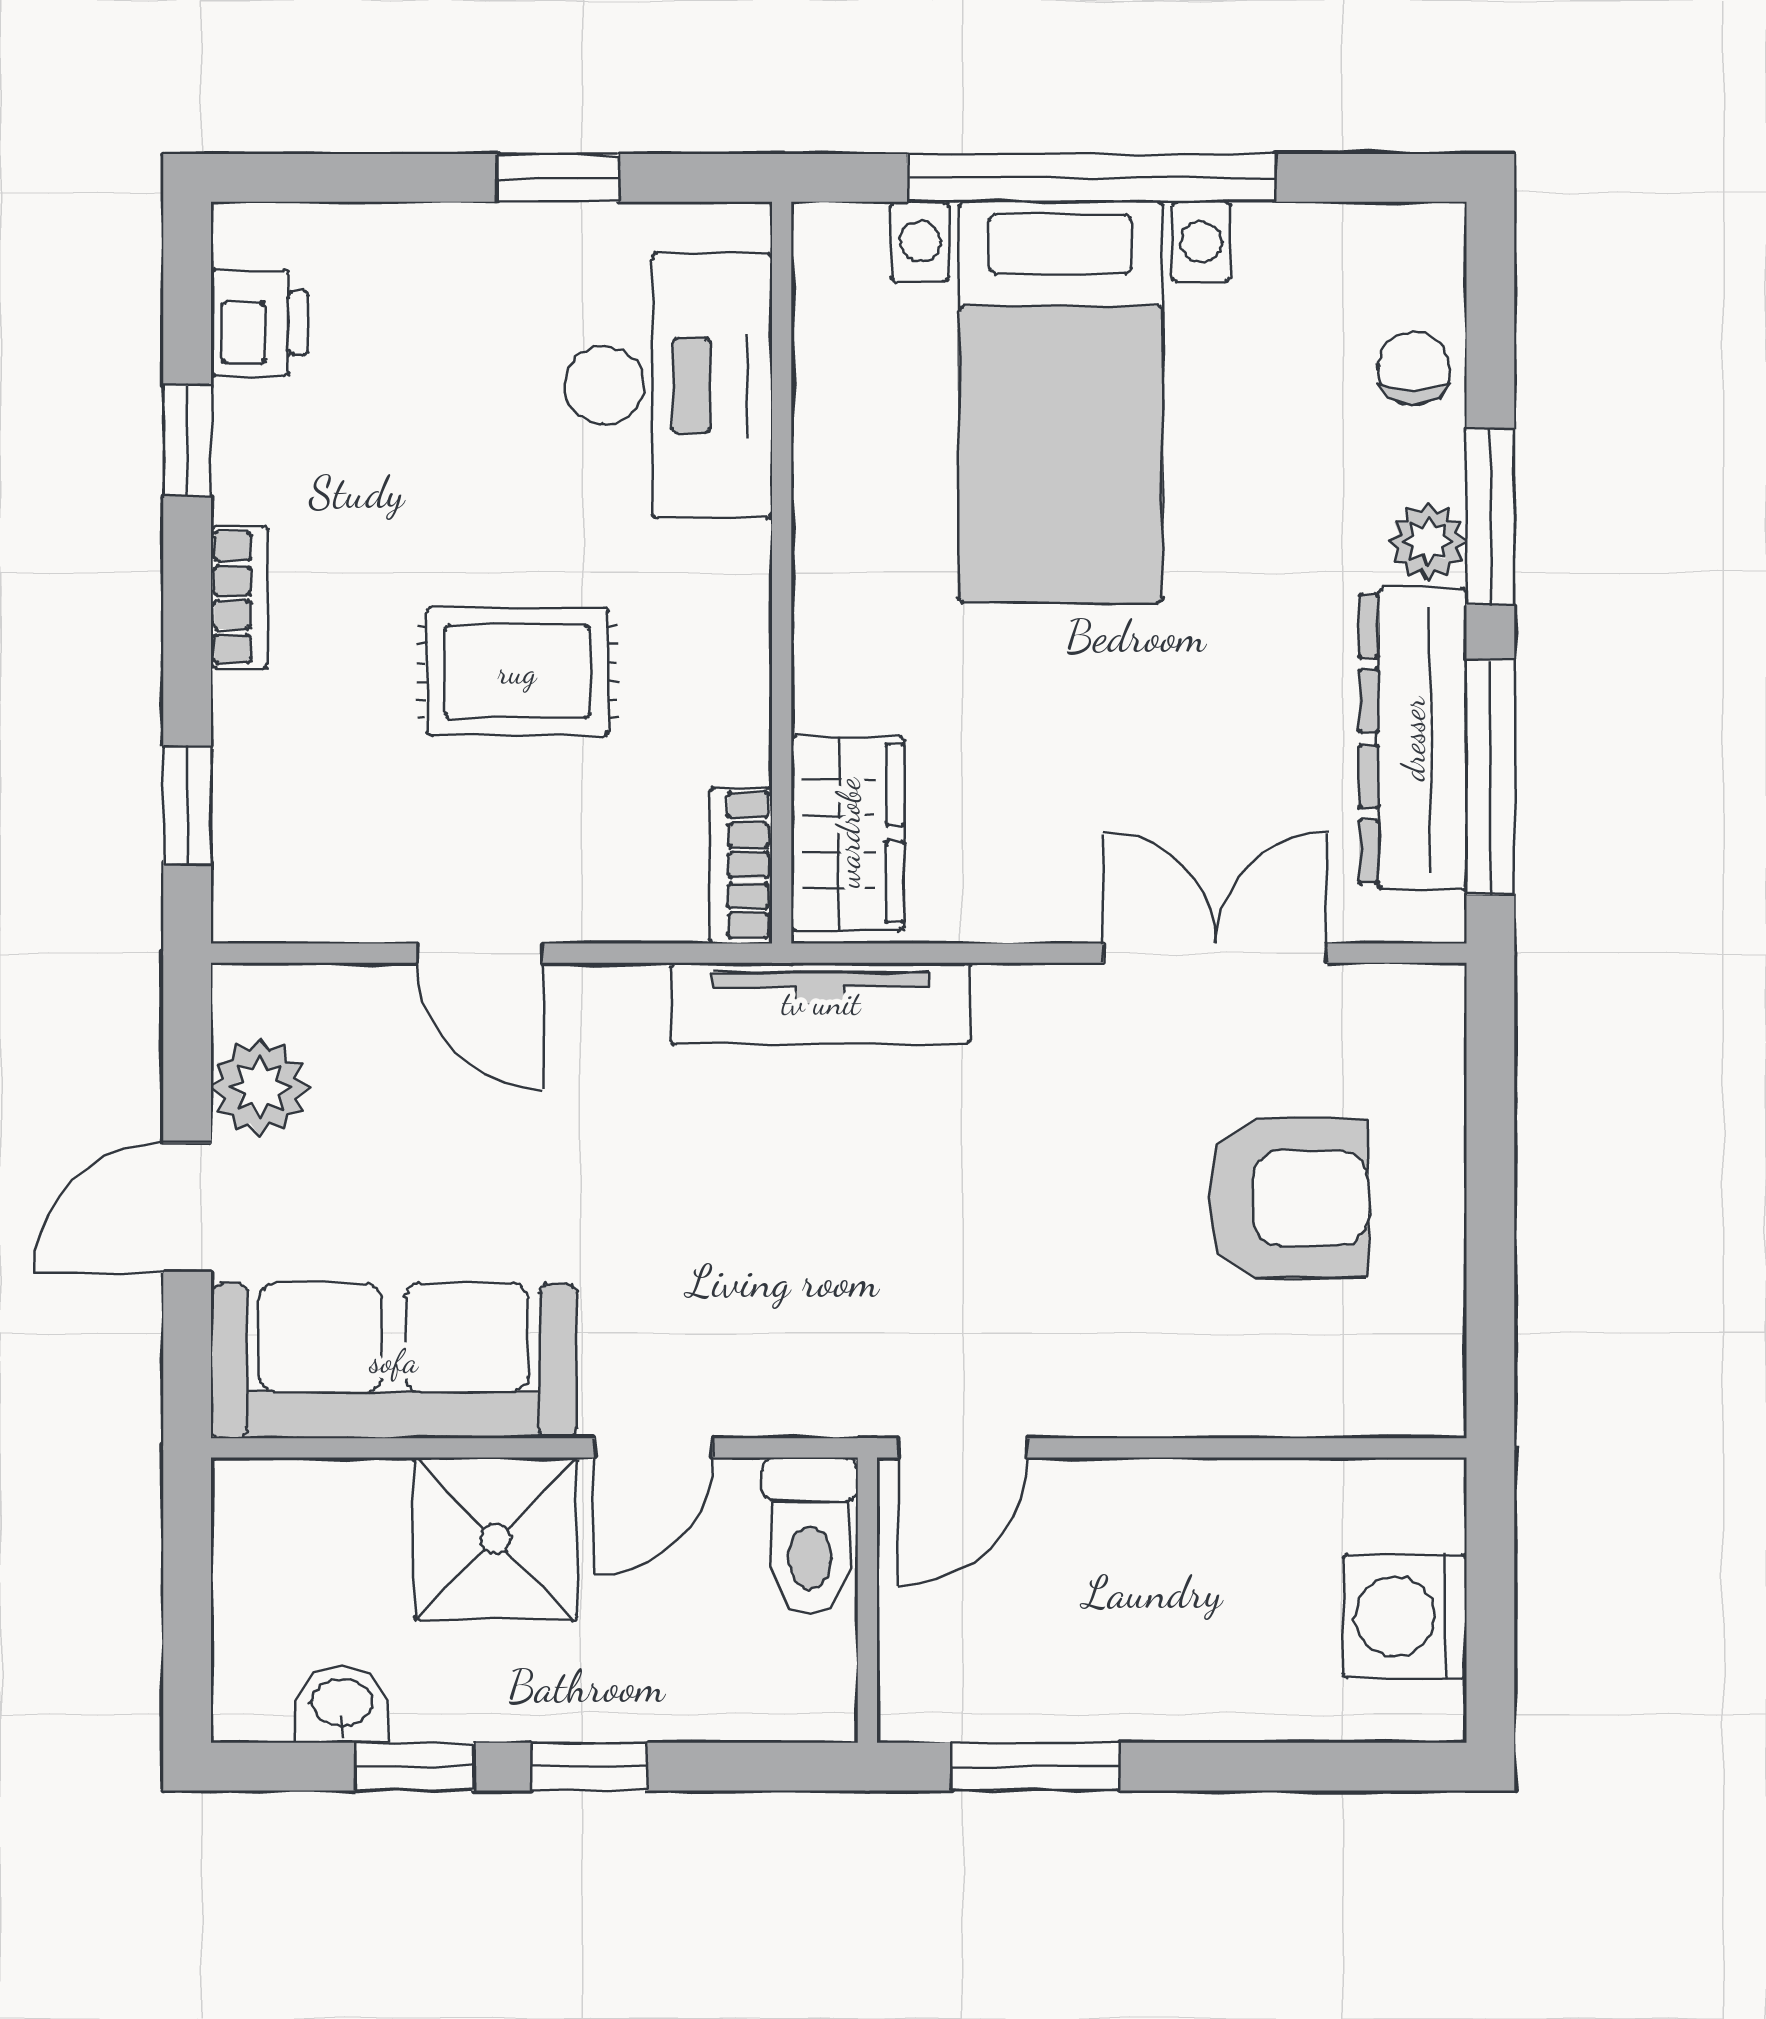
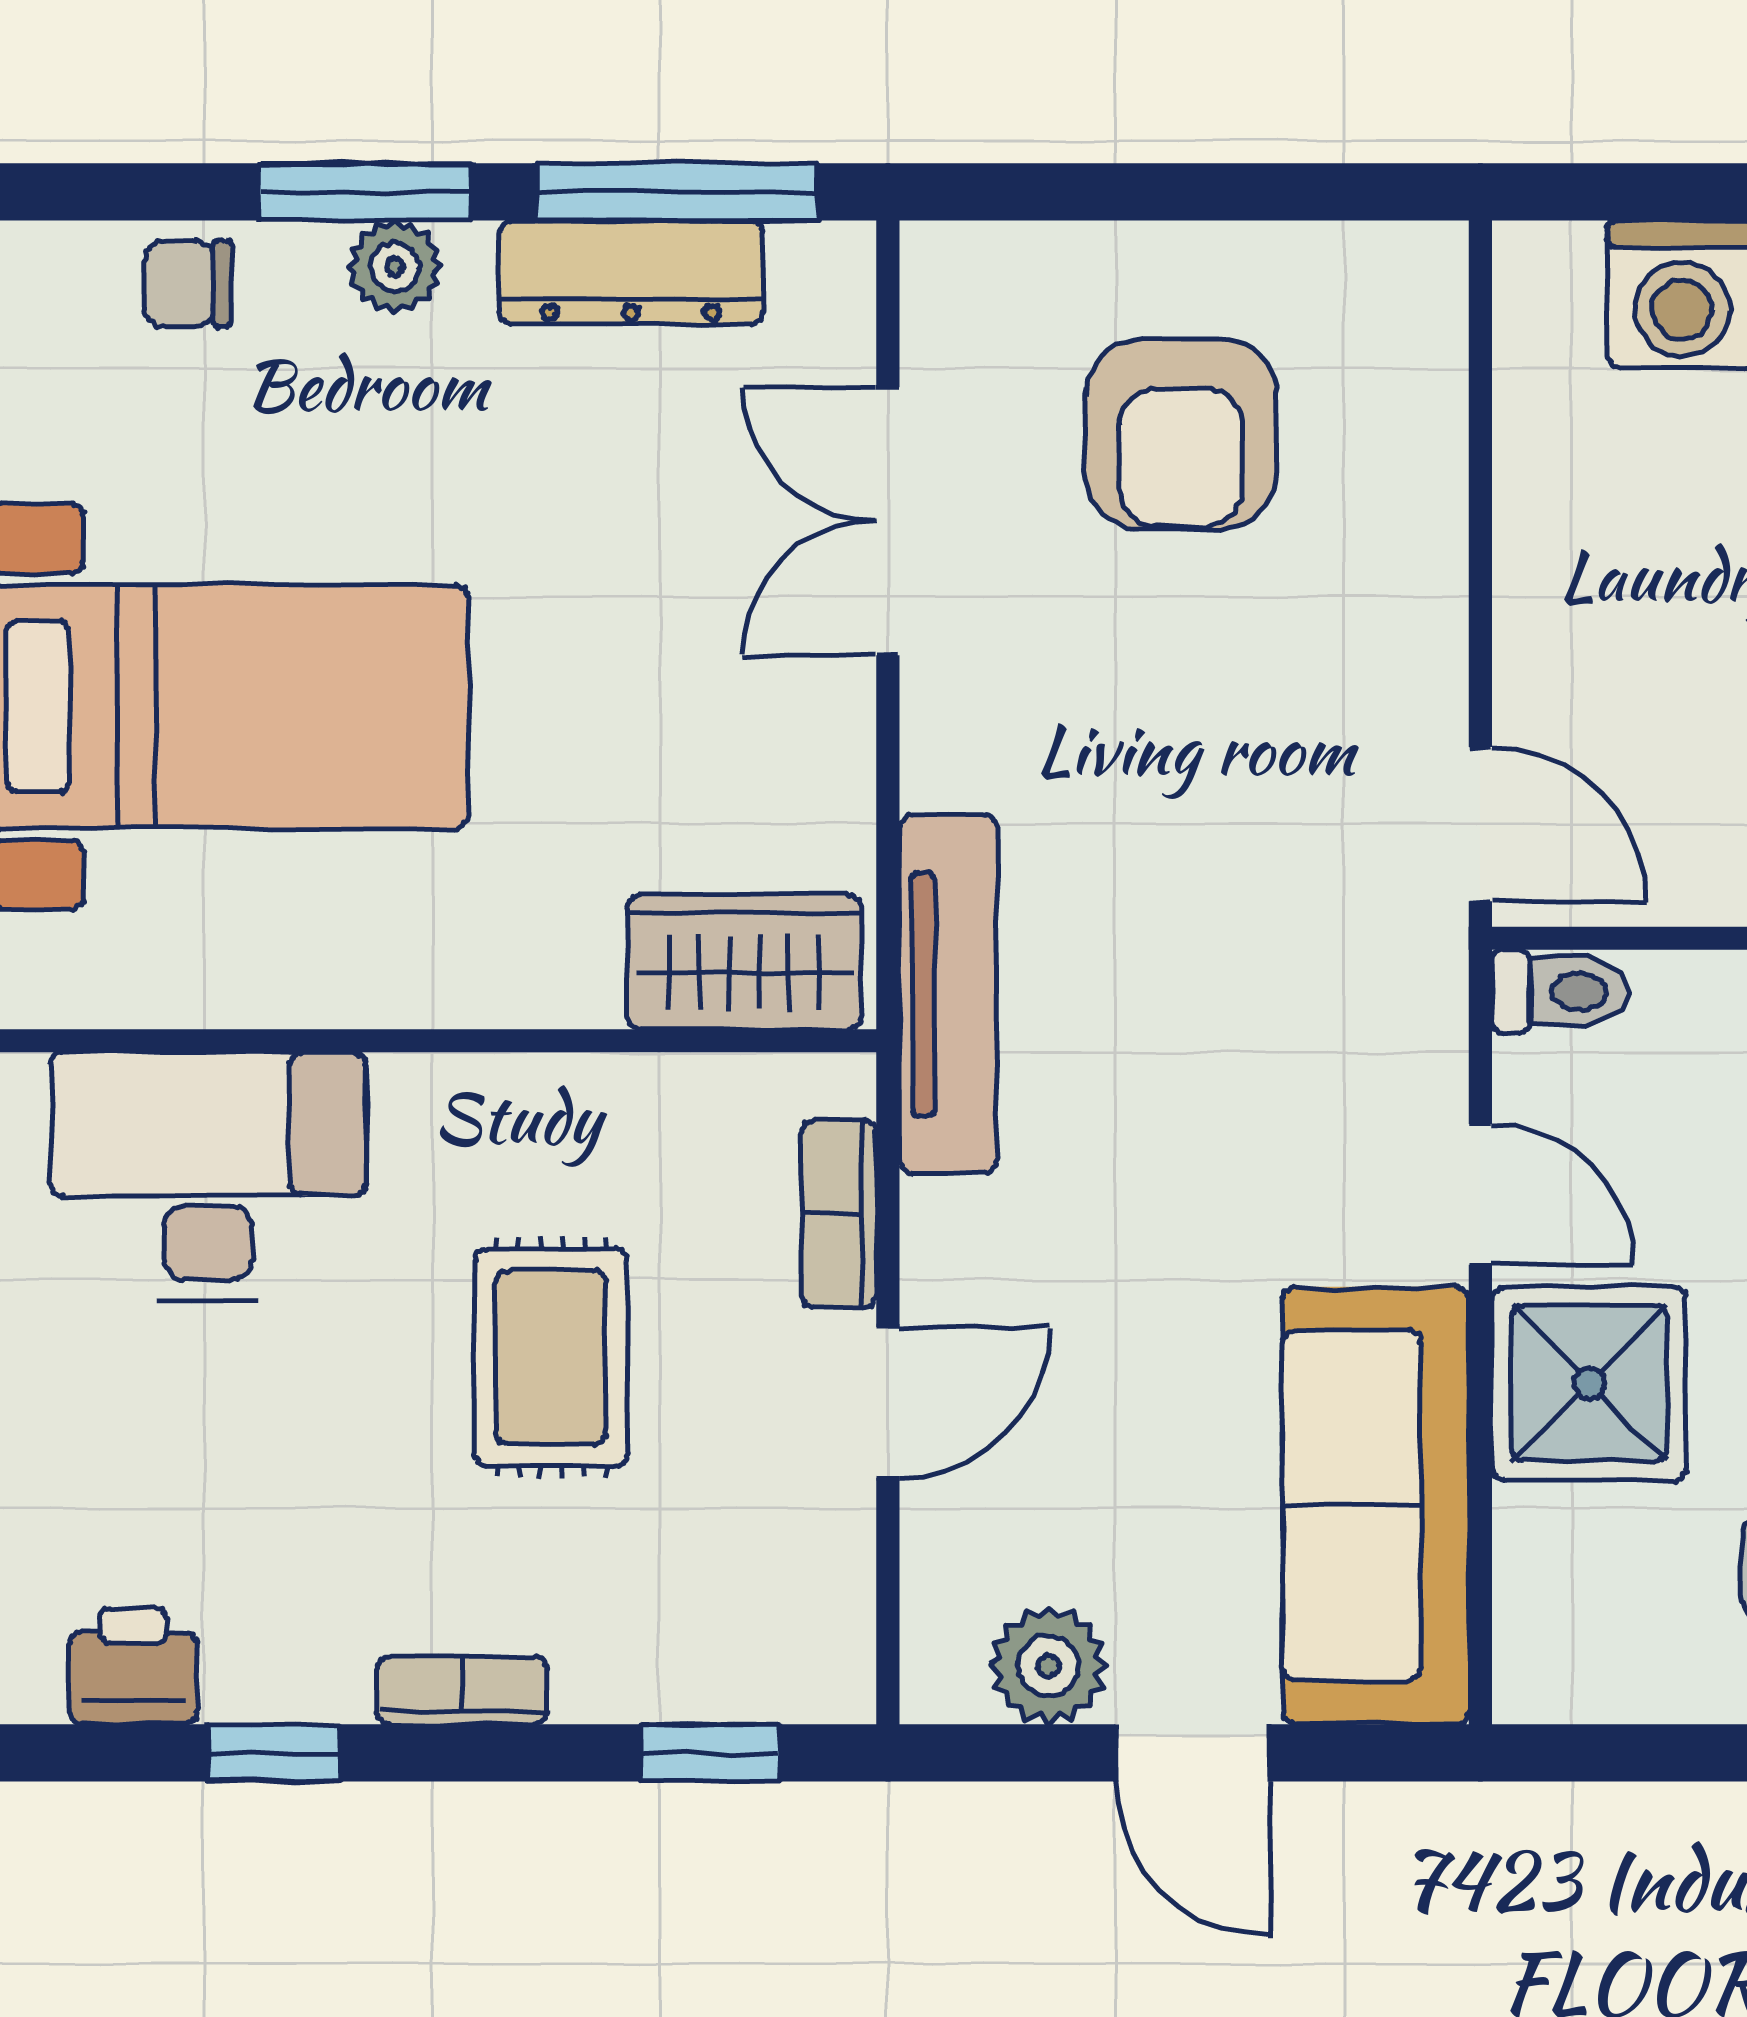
dresser: (1413, 739) -> (631, 272), width x0.73, depth x0.80
bookcase: (741, 865) -> (839, 1214), moved, turned 90
armchair: (1288, 1198) -> (1181, 434), turned 180
toilet: (810, 1536) -> (1560, 991), width x0.73, depth x0.72

